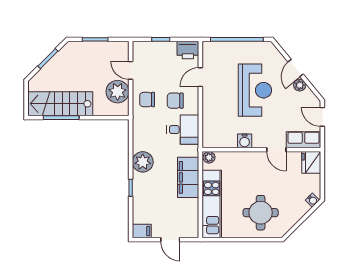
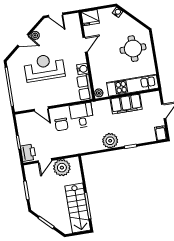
printer: (188, 50) -> (28, 153), moved
chair: (147, 100) -> (64, 145), removed
door: (322, 117) -> (56, 15), hinge flipped
row of seats: (304, 140) -> (85, 88), moved
filing cabinet: (188, 177) -> (126, 104), moved

